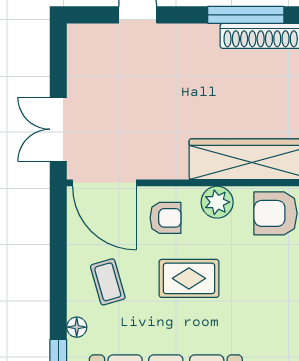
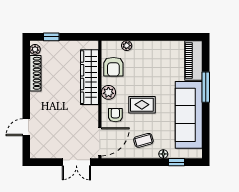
window: (246, 15) -> (26, 80), removed
rug: (189, 278) -> (142, 105), turned 90

